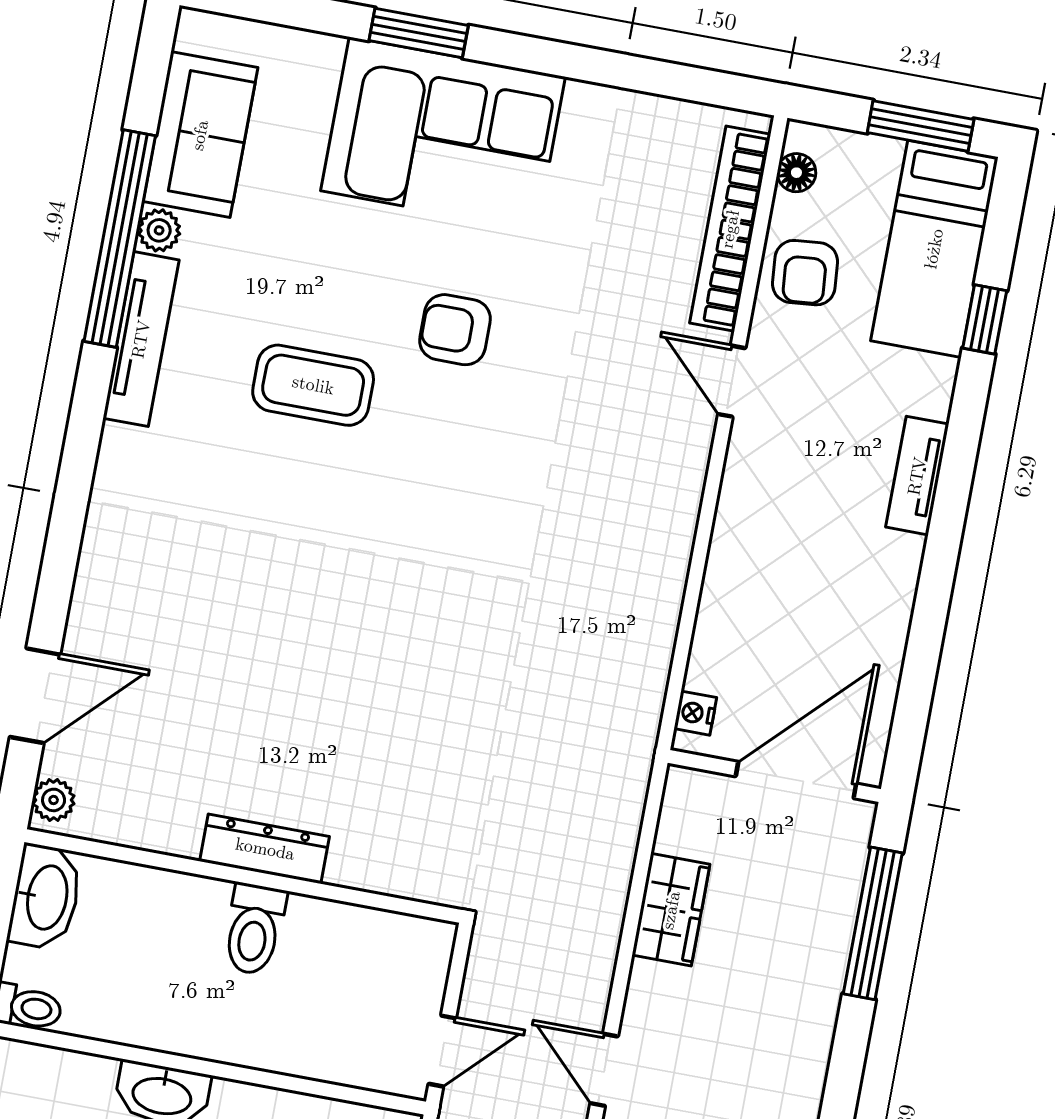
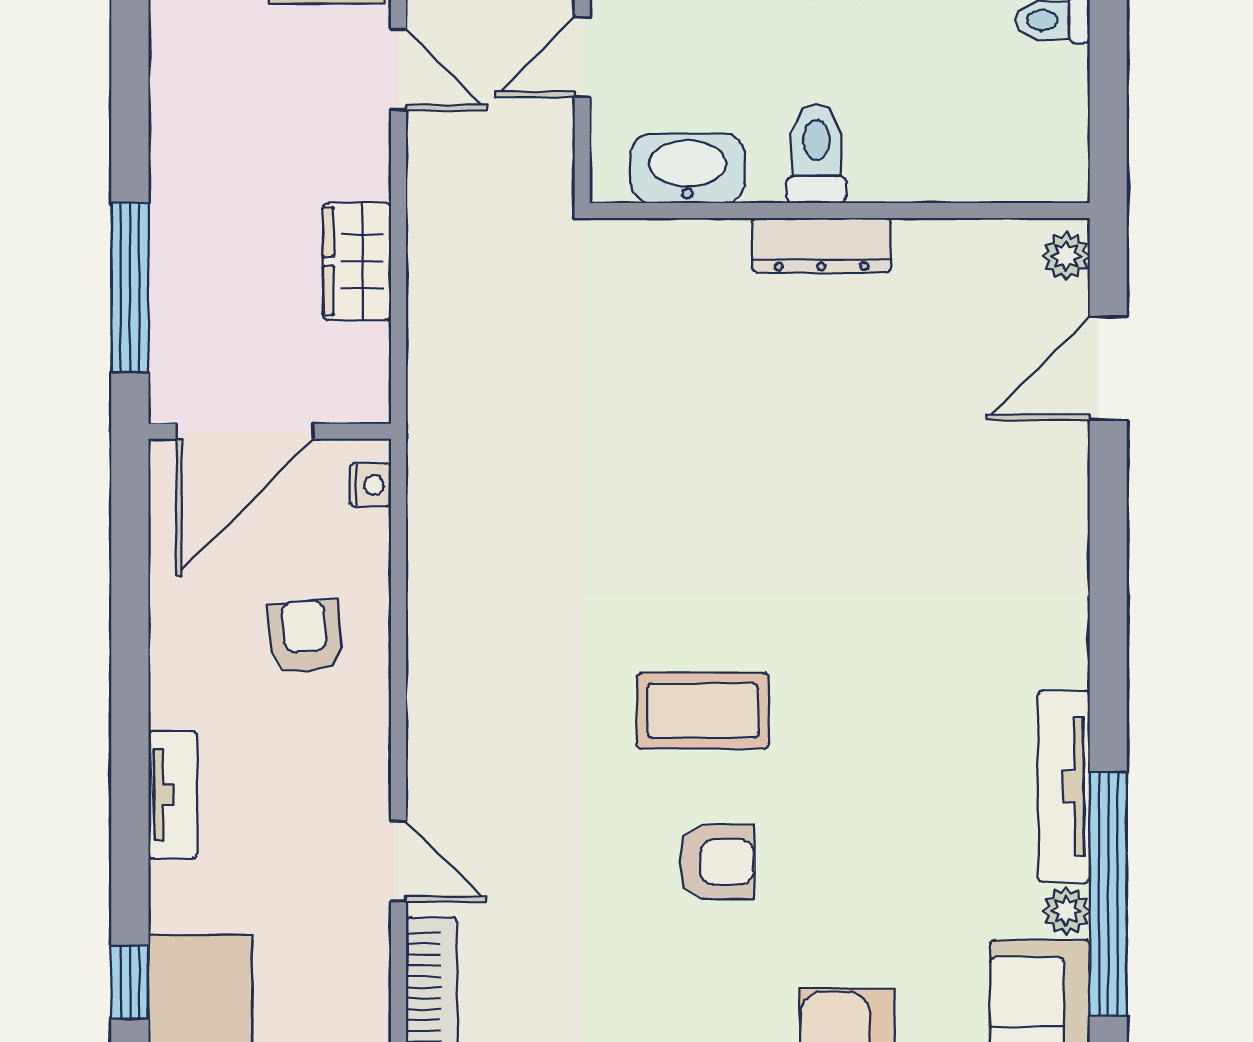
armchair: (805, 273) -> (305, 636), moved
coffee table: (313, 385) -> (703, 711), moved
washbasin: (45, 897) -> (688, 168), moved, turned 90

